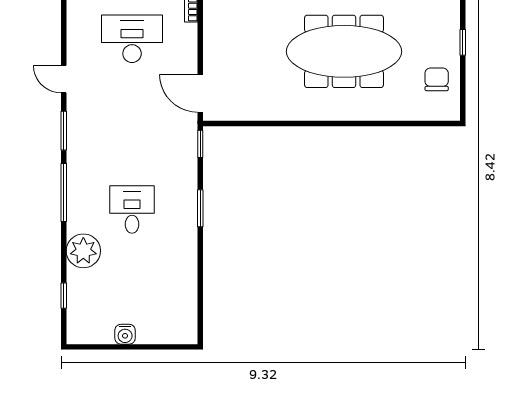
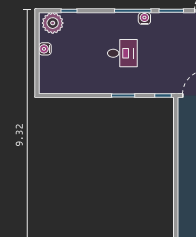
water cooler: (76, 174) -> (144, 18), added
plant: (83, 251) -> (53, 23), moved

